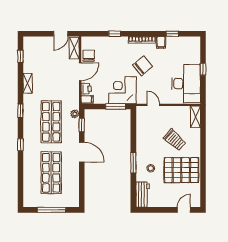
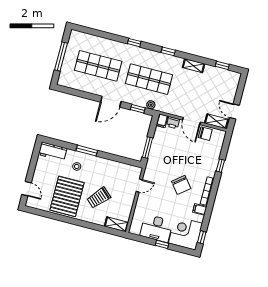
window: (172, 34) -> (202, 237), moved
desk: (186, 84) -> (156, 228), width x0.73, depth x0.77
corner desk: (122, 90) -> (185, 233), moved, turned -90

